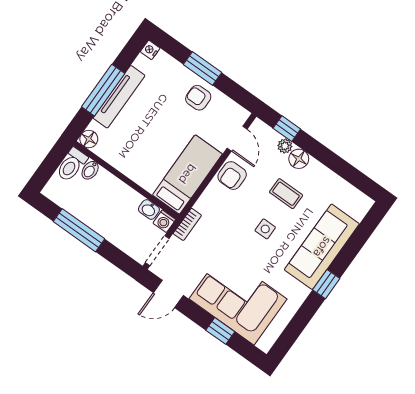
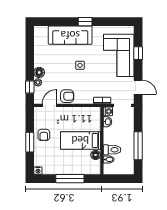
tv unit: (119, 97) -> (68, 170), removed
floor lamp: (89, 139) -> (96, 155), moved
toilet: (72, 165) -> (112, 150), moved
bed: (187, 174) -> (80, 140), moved
coffee table: (286, 194) -> (58, 67), removed

